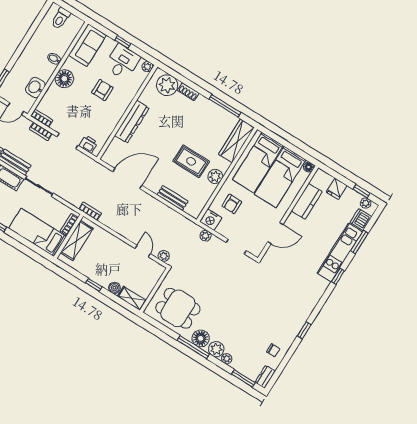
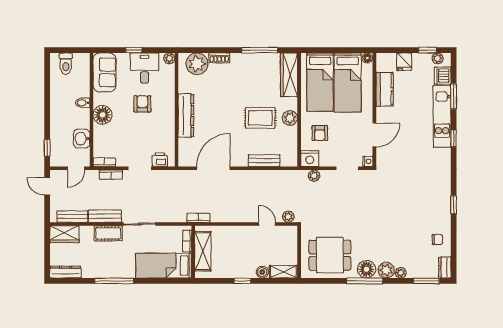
nightstand: (256, 251) -> (368, 161), added

